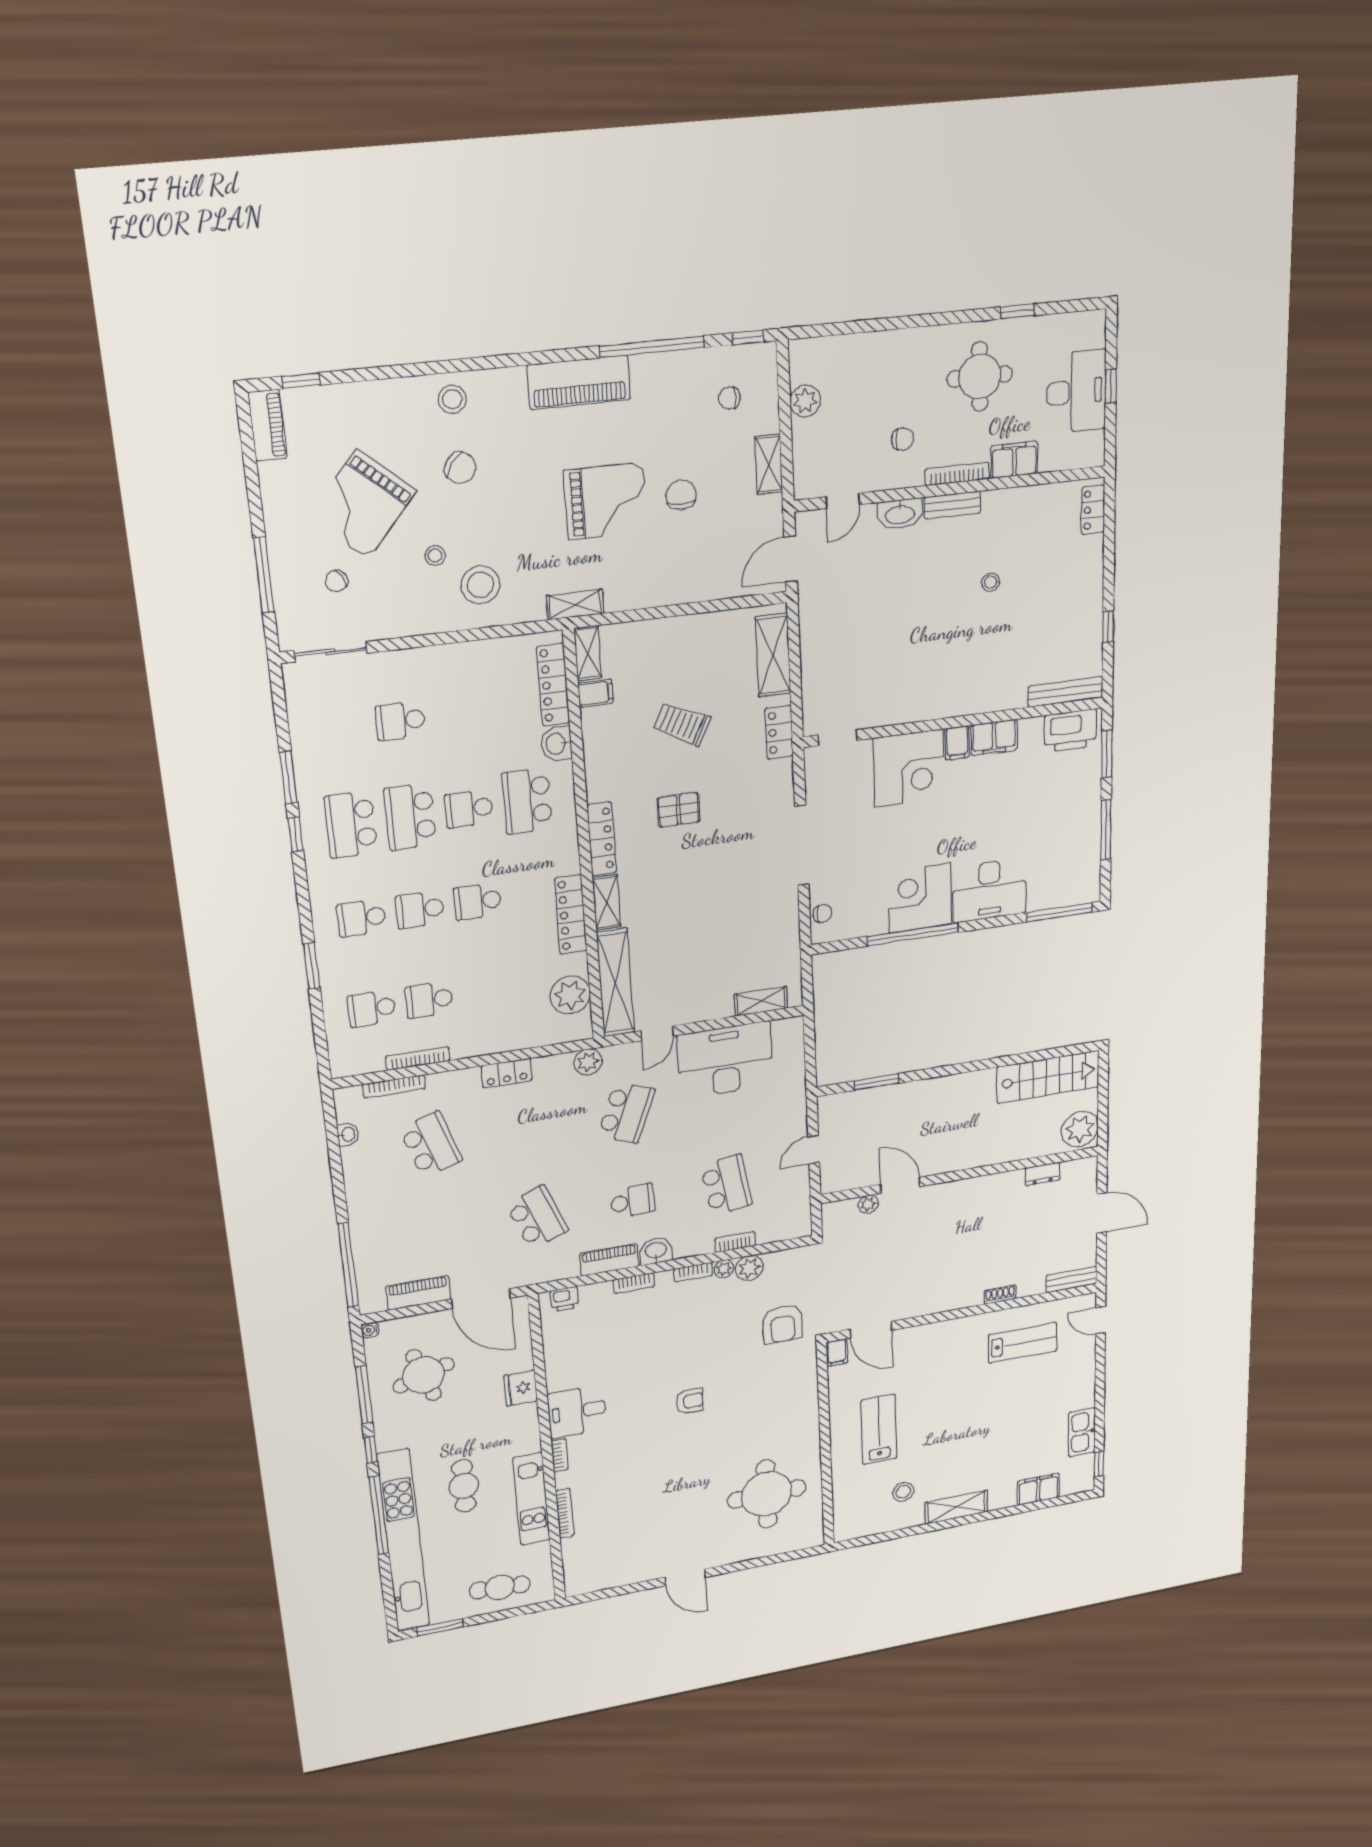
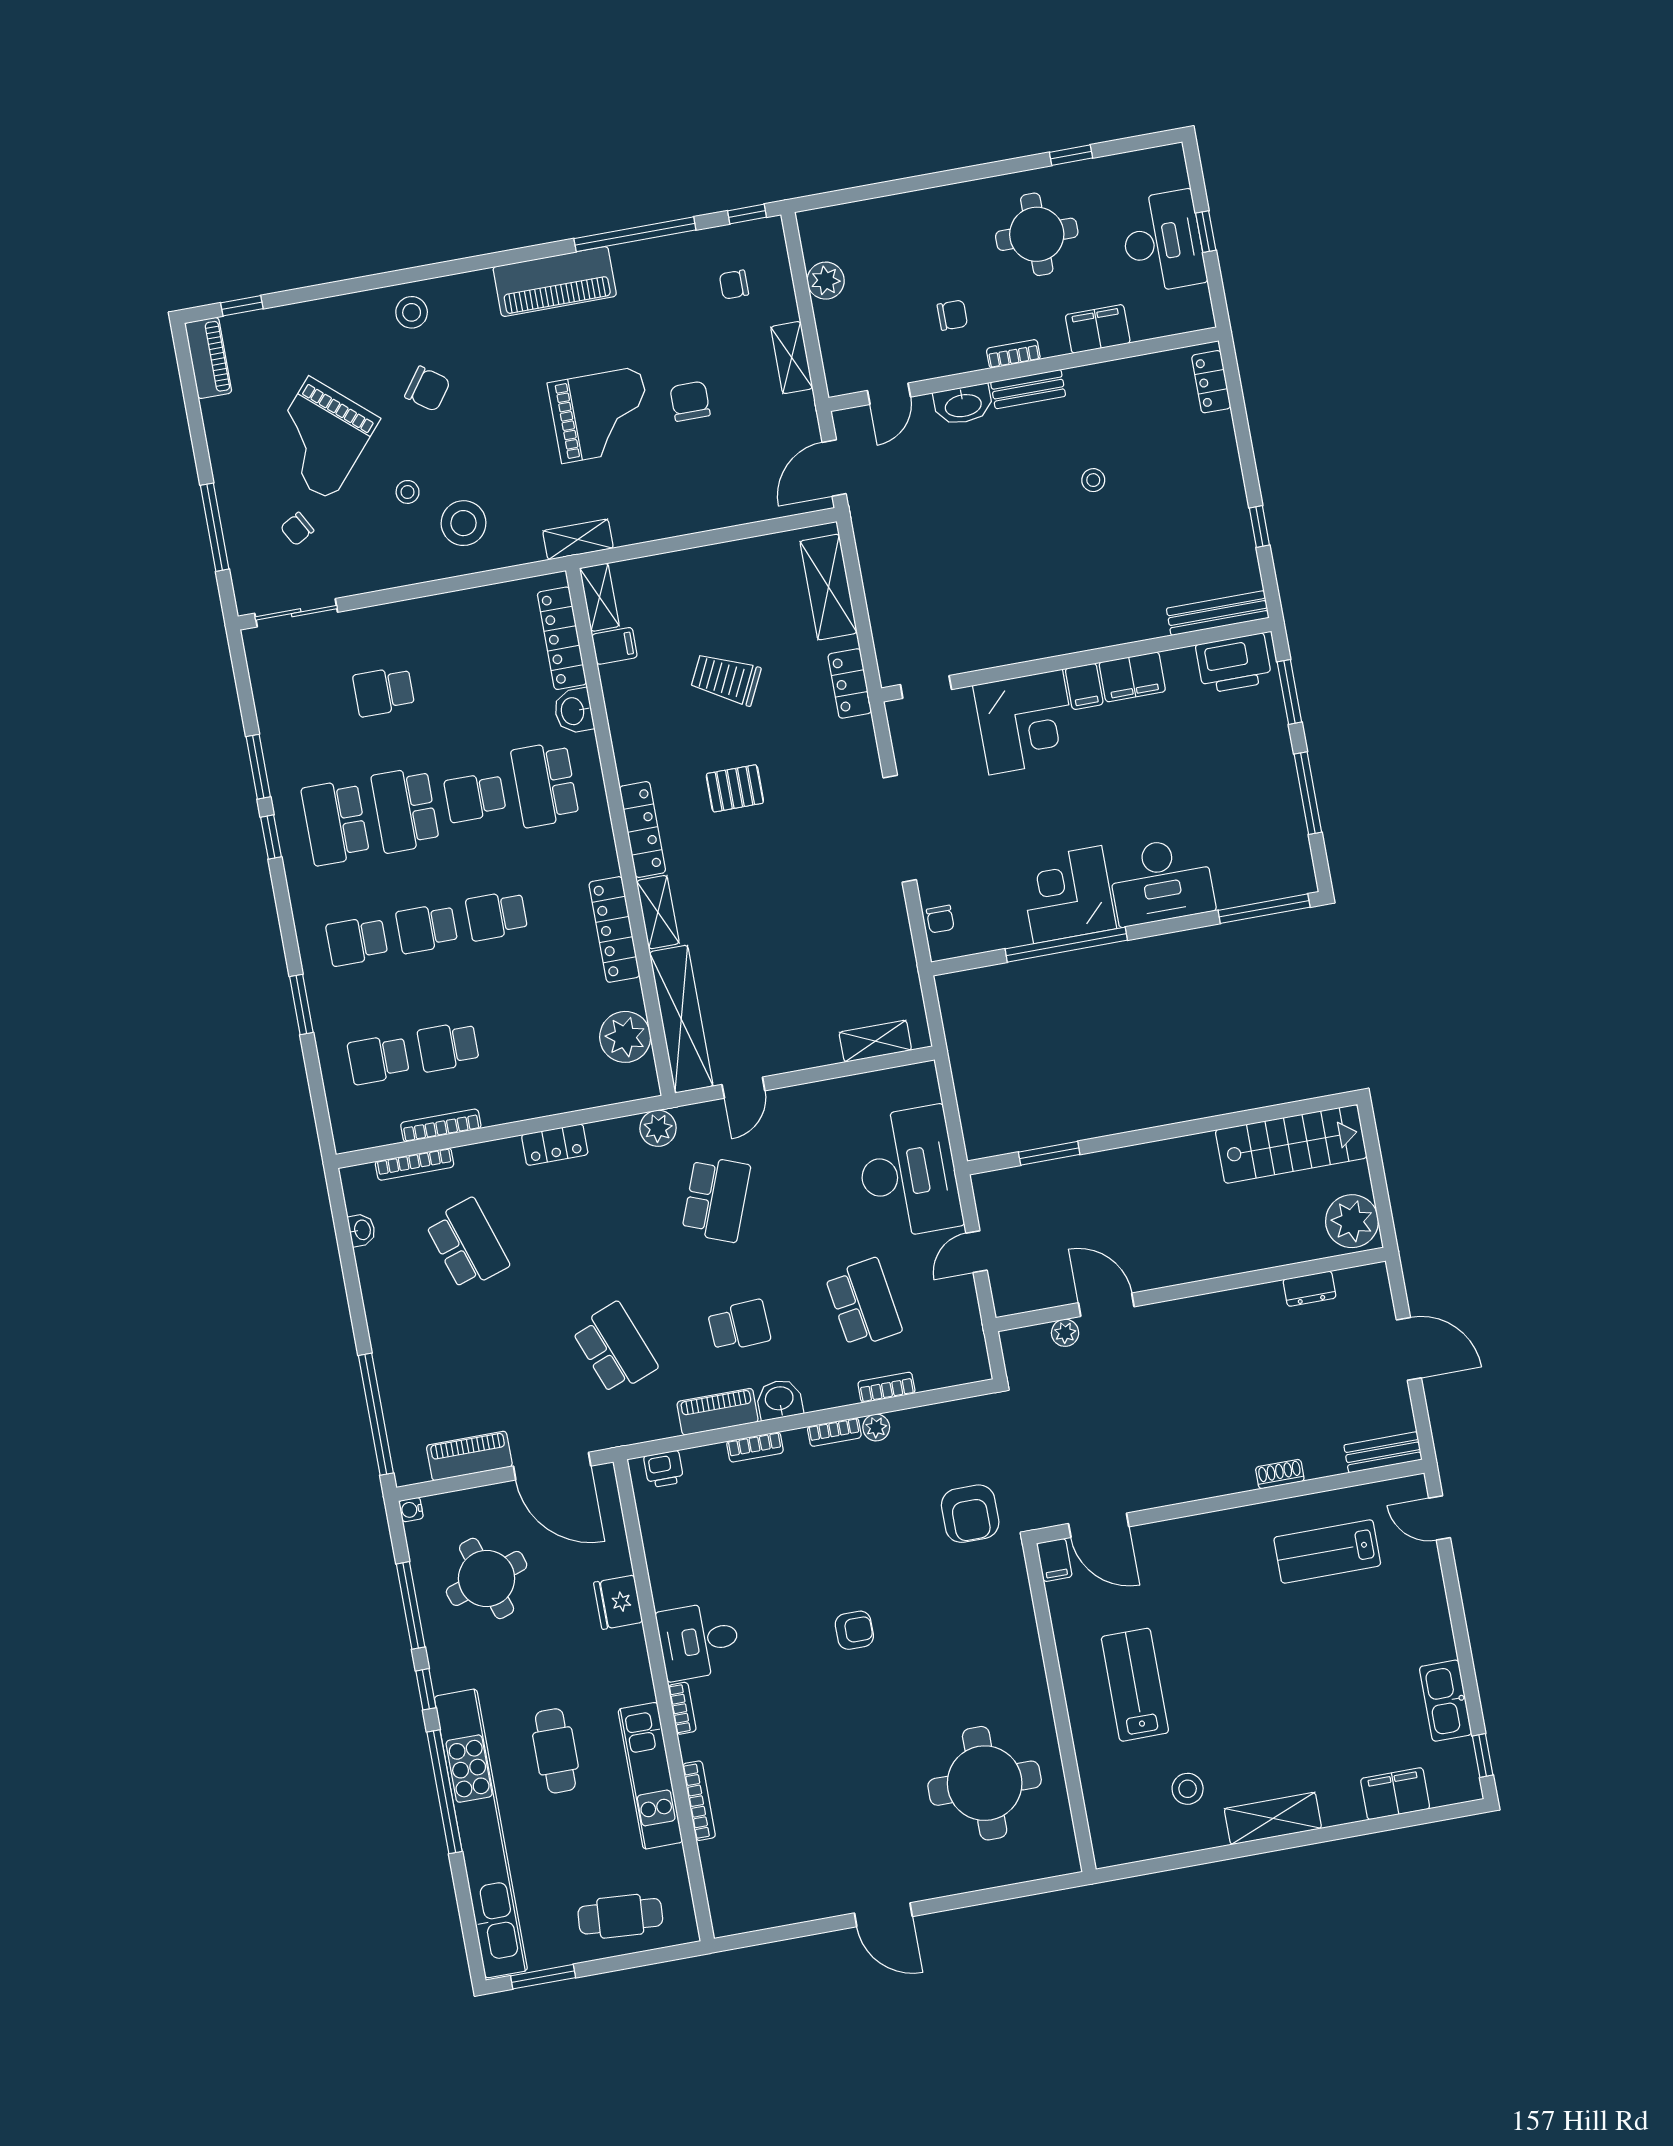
bookcase: (957, 474) -> (1013, 354), width x0.64
chair: (822, 913) -> (940, 919), turned 90
desk: (725, 1060) -> (908, 1172), moved, turned 90
plant: (749, 1268) -> (912, 1427), removed
lab bench: (1023, 1343) -> (1327, 1551), turned 180

